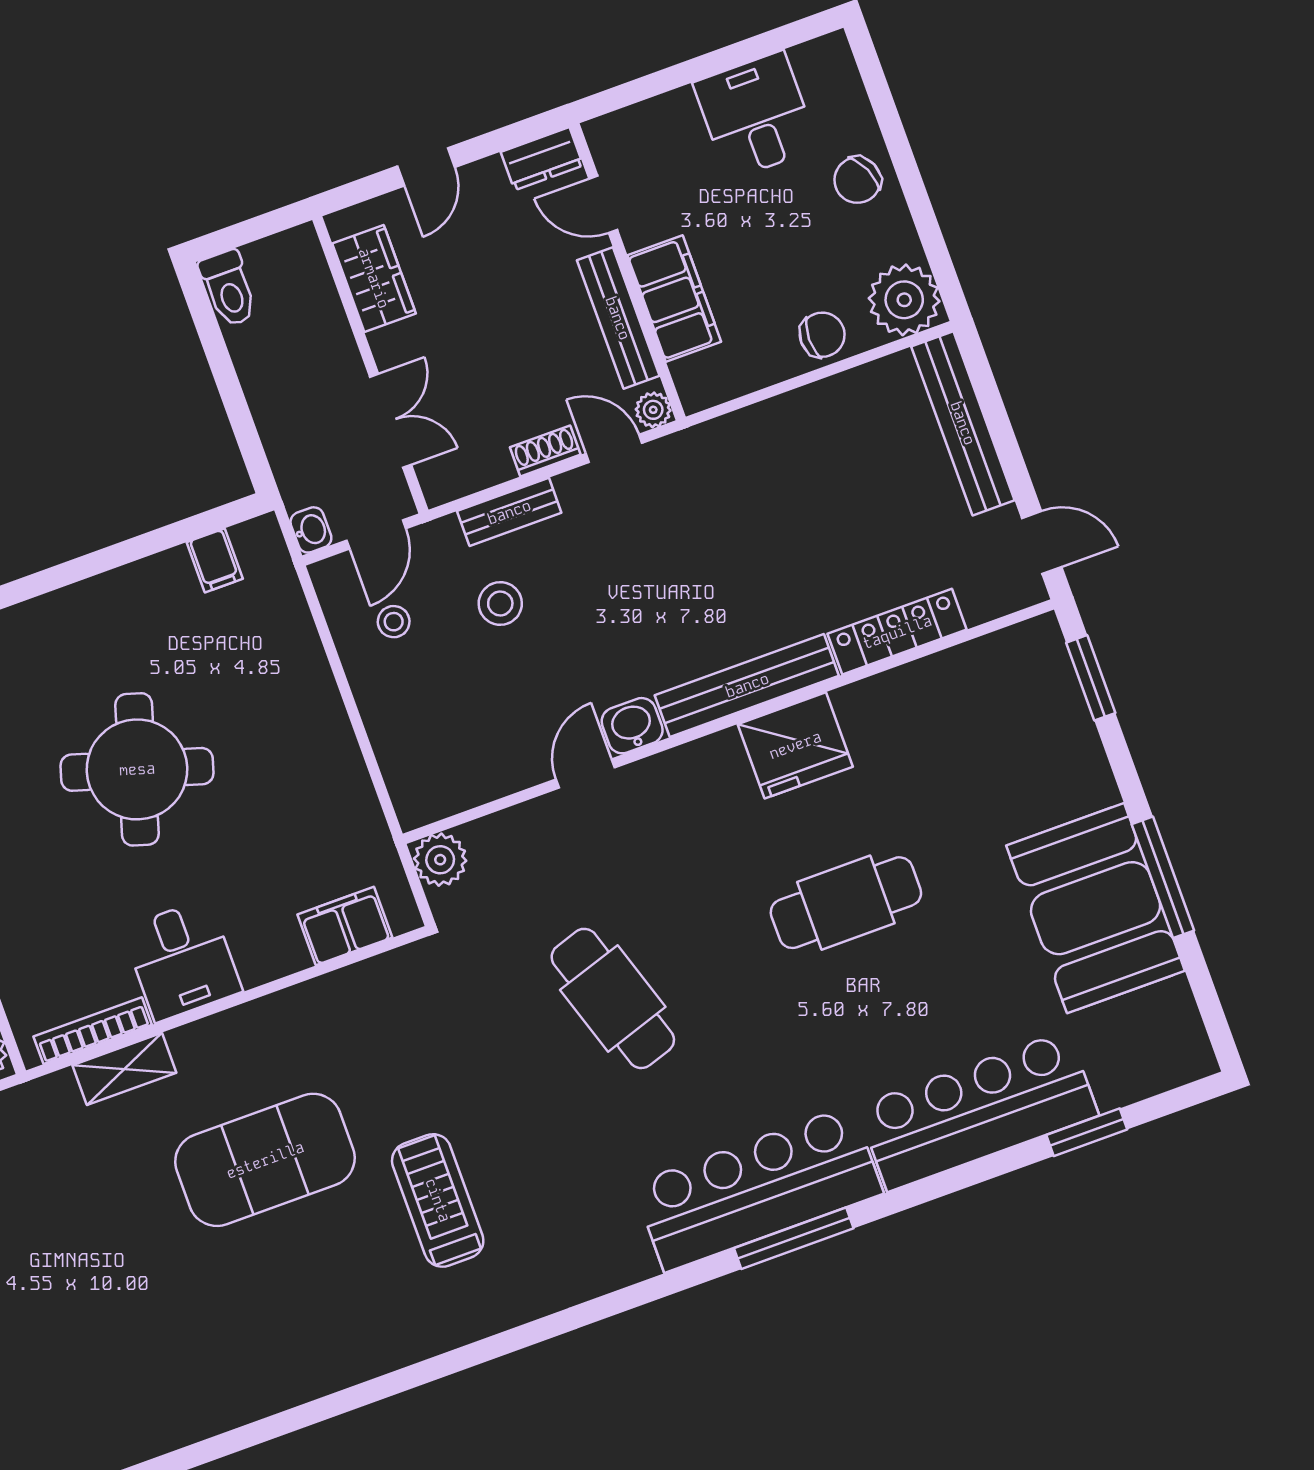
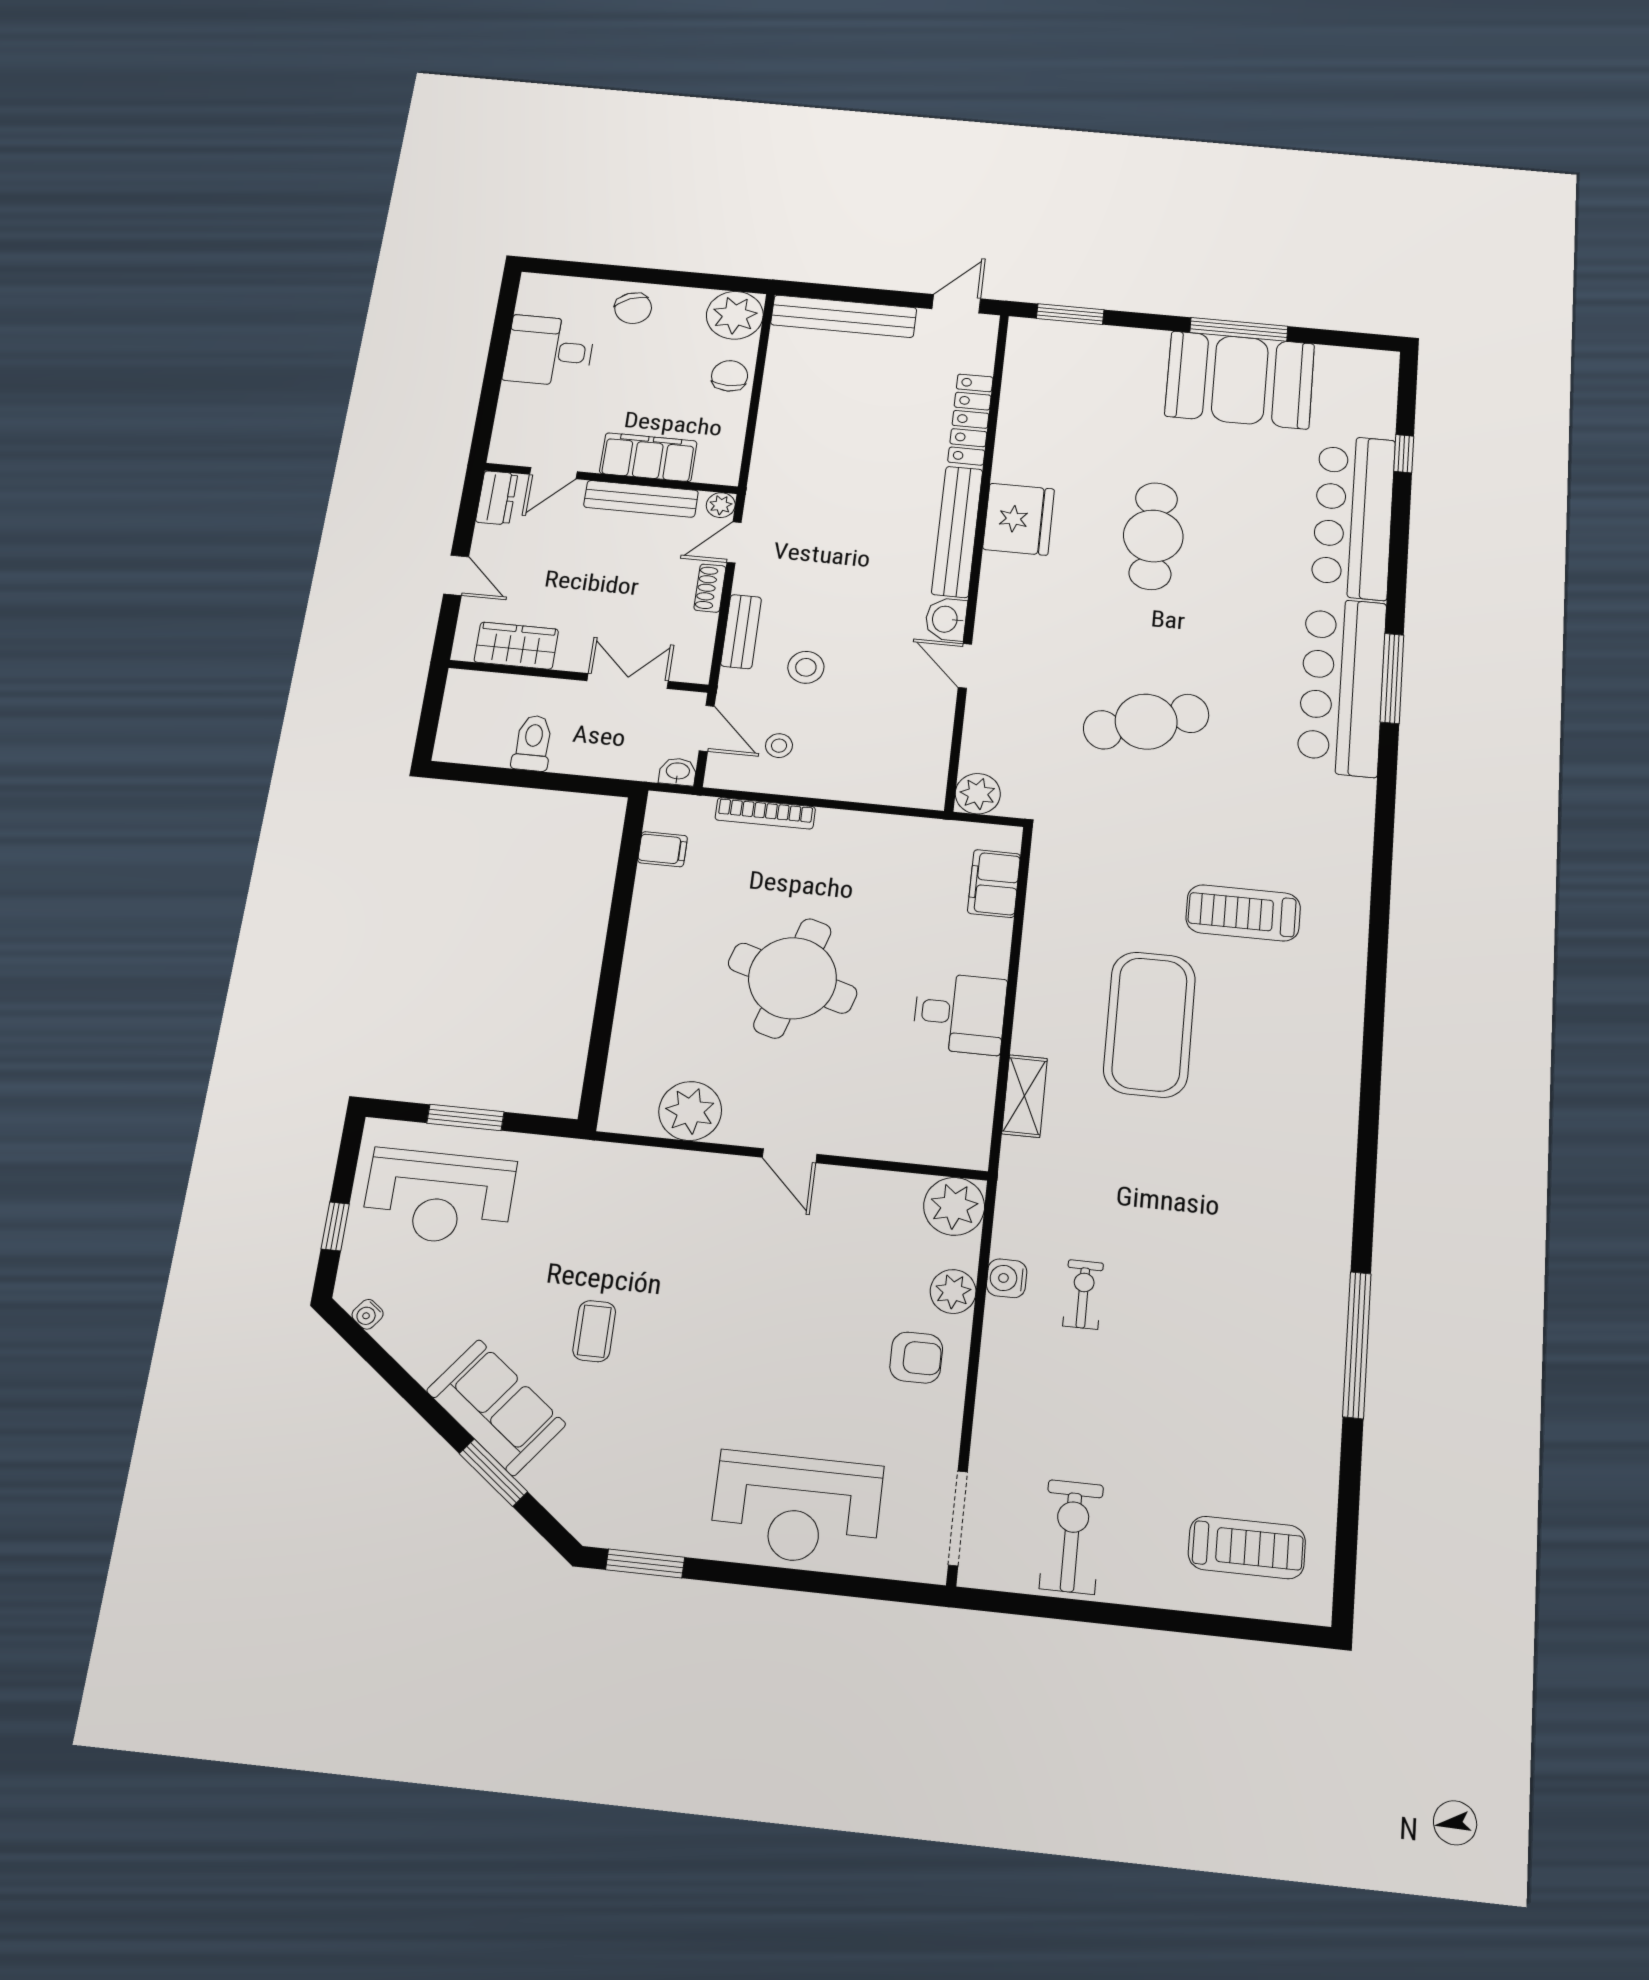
toilet: (229, 288) -> (533, 743), moved, turned -90
bookcase: (93, 1031) -> (765, 813), moved, turned -90
window: (1087, 1132) -> (1404, 454), width x0.67

